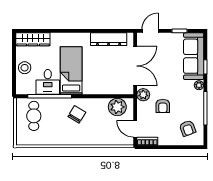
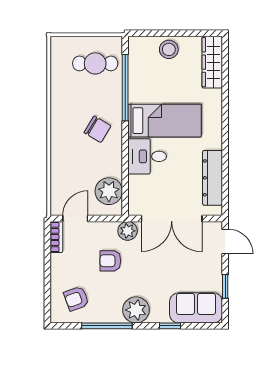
sofa: (194, 56) -> (196, 308), width x0.73
desk: (48, 82) -> (147, 156), moved
plant: (199, 85) -> (136, 310), width x1.88, depth x1.88

